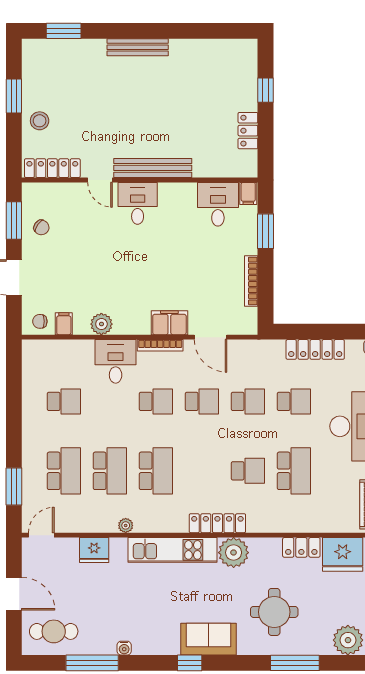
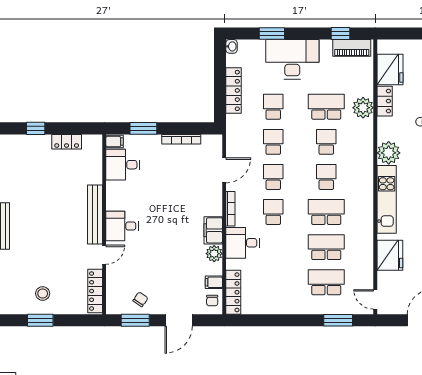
stool: (40, 121) -> (43, 293), moved
filing cabinet: (169, 323) -> (213, 230), moved
school desk: (64, 401) -> (326, 177), moved
locker: (217, 523) -> (233, 292), moved, turned 180
plant: (126, 525) -> (363, 108), moved, width x1.88, depth x1.88
fridge: (94, 550) -> (390, 255), width x1.36, depth x1.34

